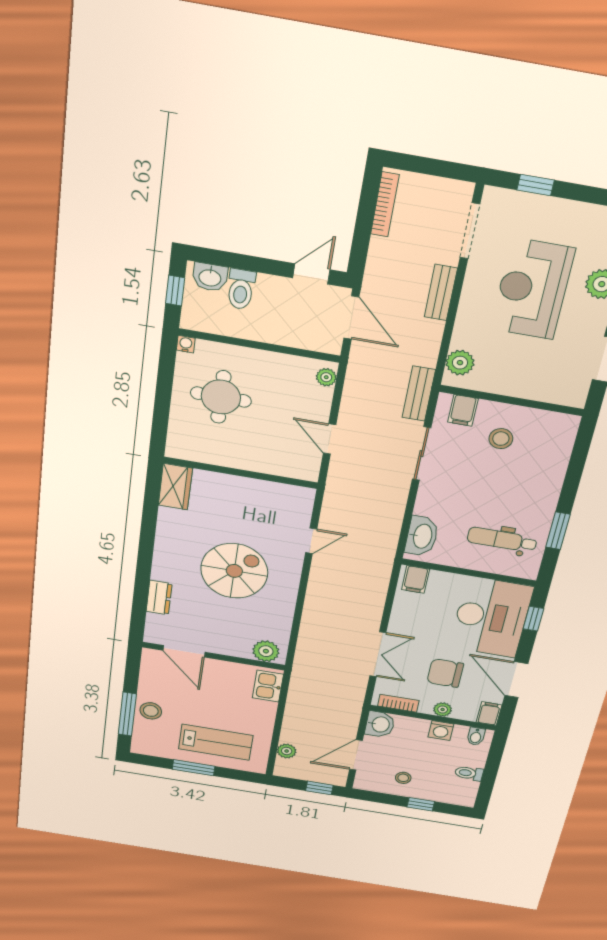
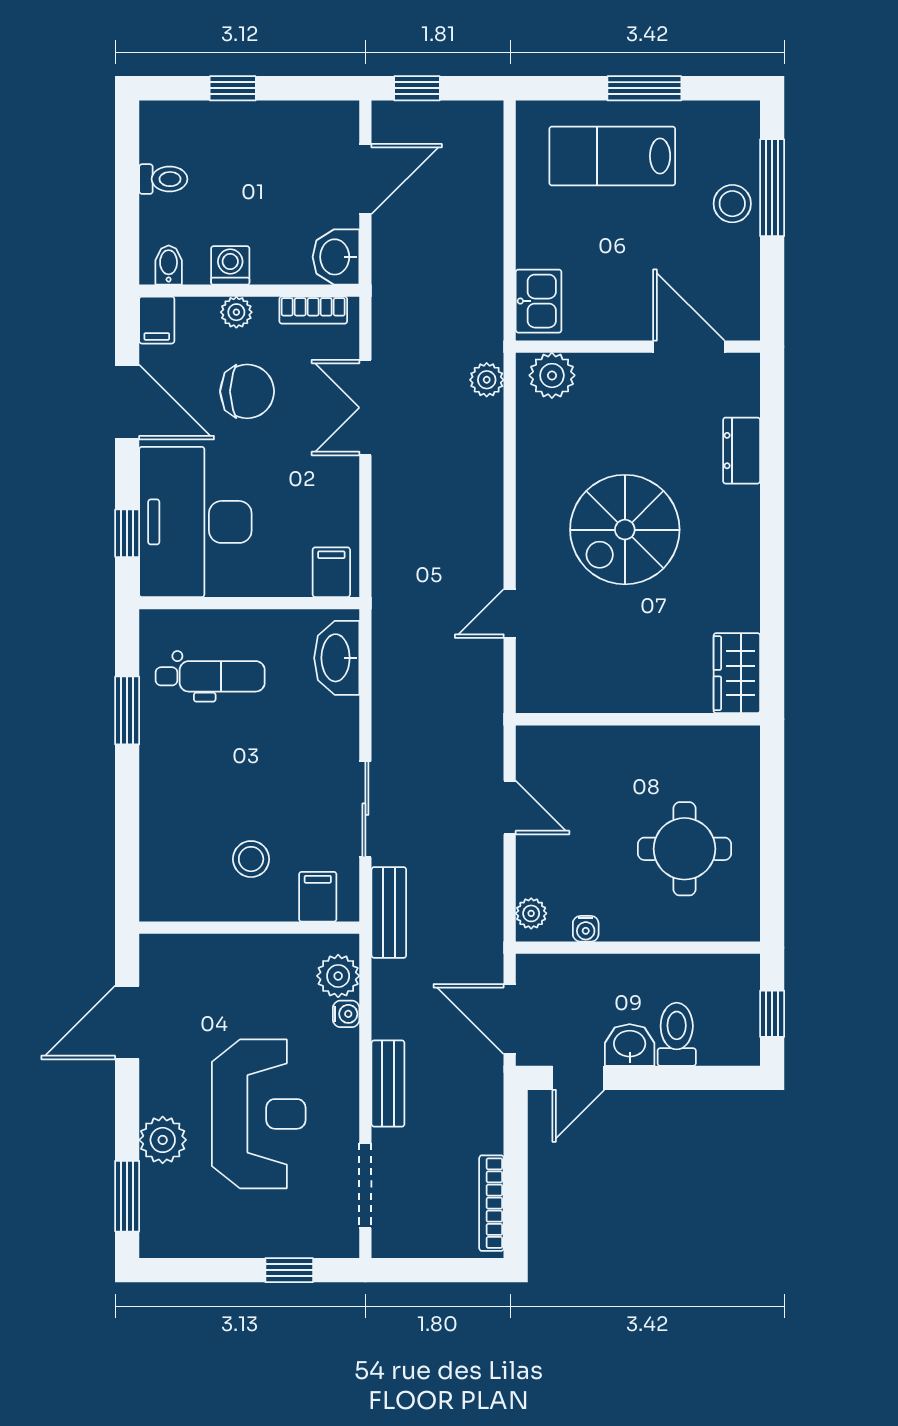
washbasin: (210, 277) -> (630, 1045), moved
water cooler: (460, 339) -> (346, 1014), added
water cooler: (186, 344) -> (586, 929), moved
plant: (287, 751) -> (487, 380), moved
stool: (403, 778) -> (275, 144), removed

